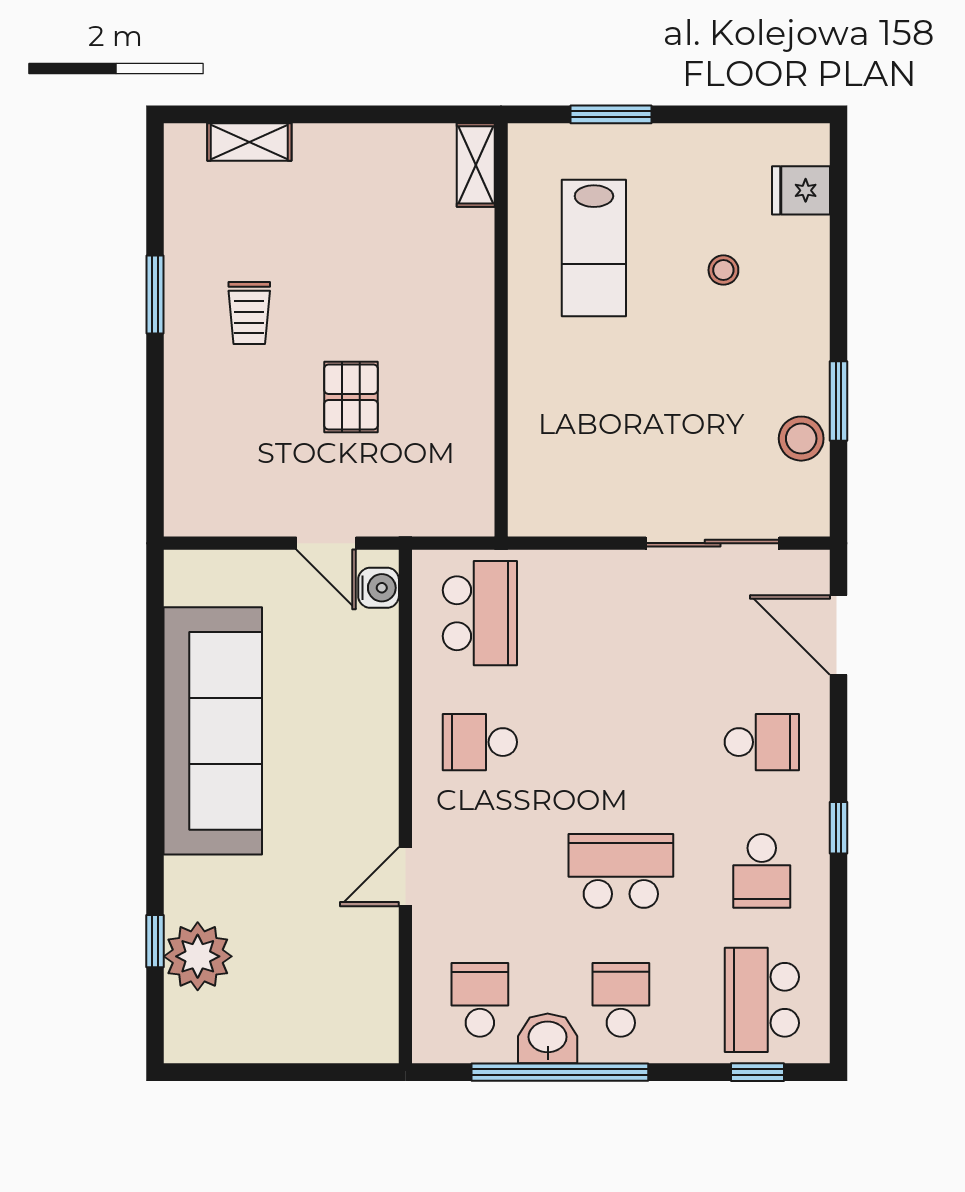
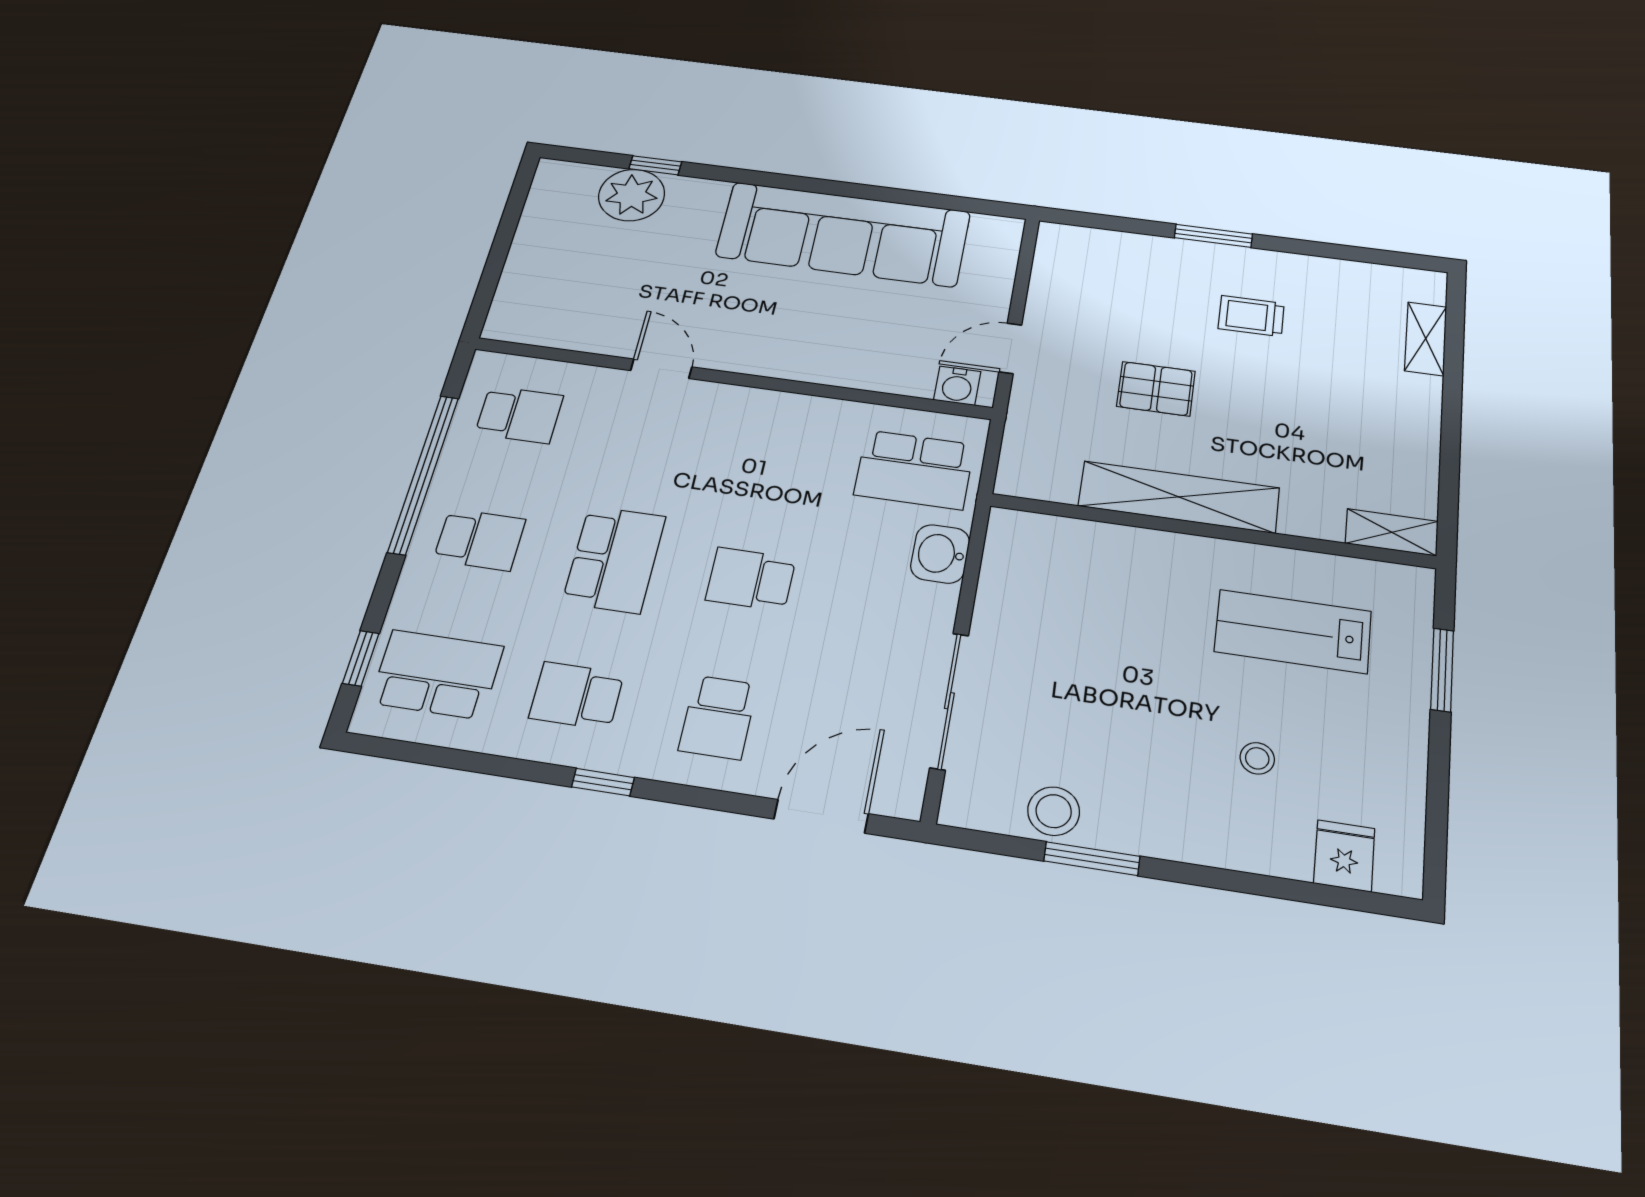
window: (155, 295) -> (1213, 236), moved
shelving: (469, 363) -> (1179, 497), added
school desk: (480, 742) -> (751, 579), moved, turned -90
washbasin: (548, 1038) -> (940, 554), moved, turned 180

